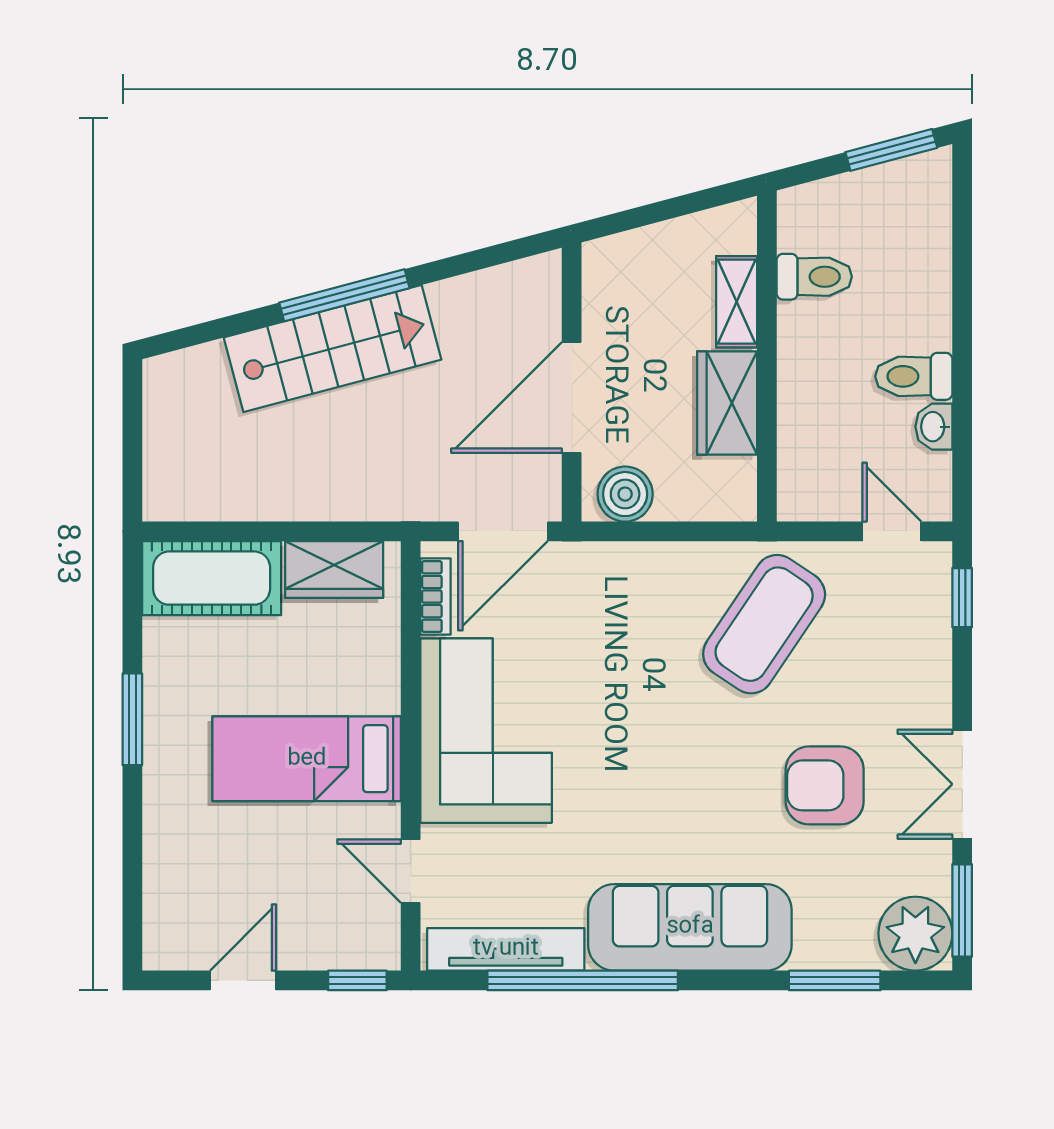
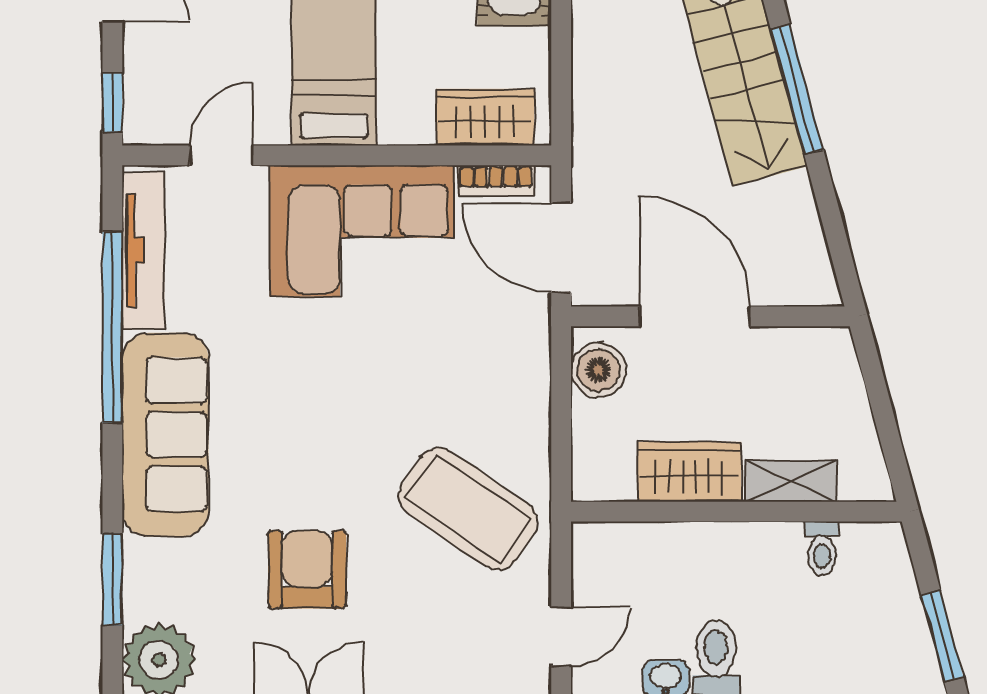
toilet: (814, 277) -> (822, 548), width x0.73, depth x0.72
wardrobe: (334, 570) -> (485, 117), moved, turned 90

